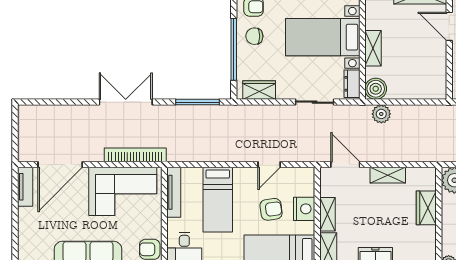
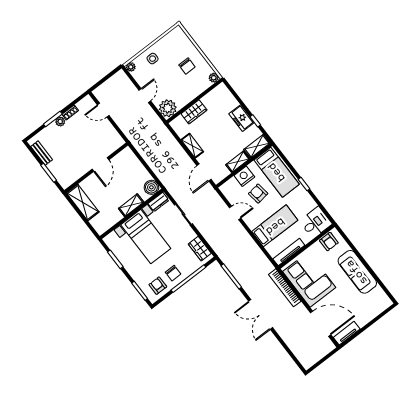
door: (449, 26) -> (100, 164), moved
plant: (381, 114) -> (163, 174), removed

